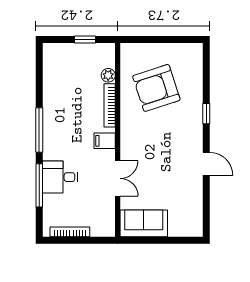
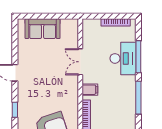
desk: (60, 177) -> (123, 58), width x1.37
sofa: (144, 223) -> (43, 29), moved

